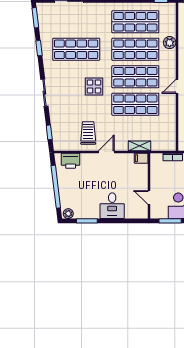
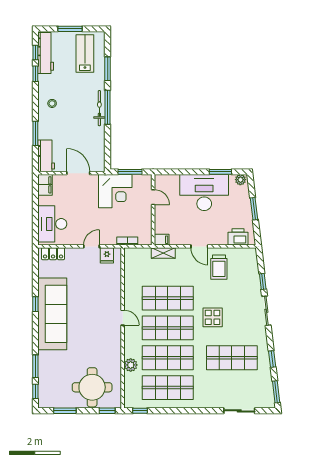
door: (177, 86) -> (123, 318), hinge flipped
window: (49, 132) -> (263, 282), moved
door: (106, 152) -> (199, 246), hinge flipped
window: (56, 187) -> (254, 209), width x0.47
desk: (112, 206) -> (204, 192), width x1.87, depth x1.30

